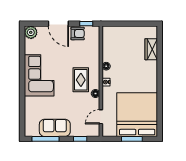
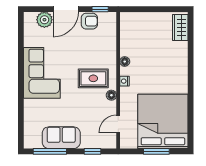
door: (58, 24) -> (66, 9), hinge flipped
plant: (31, 32) -> (44, 20), moved
wardrobe: (151, 49) -> (180, 27), moved
rug: (81, 80) -> (93, 78), turned 90

